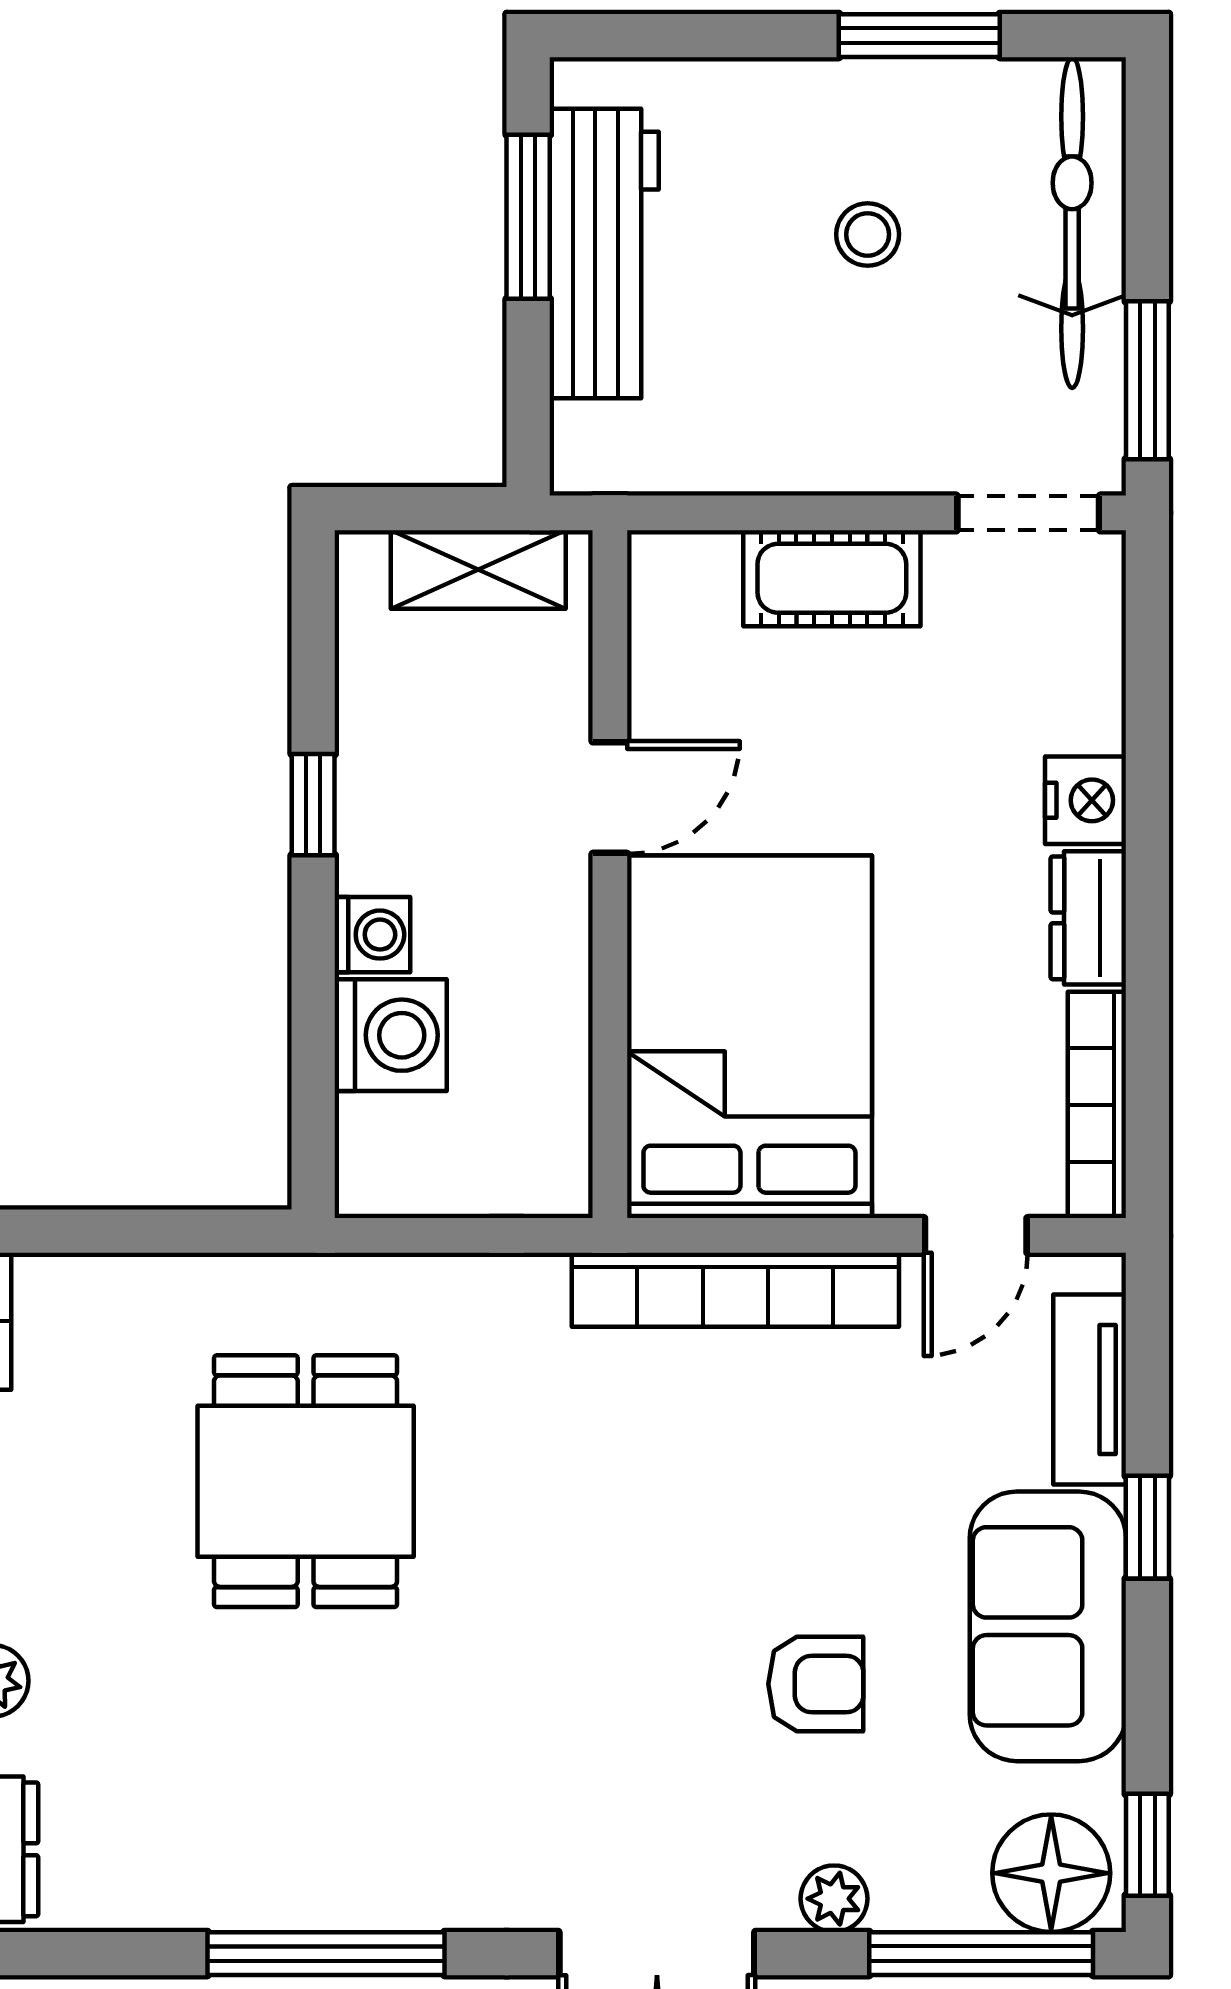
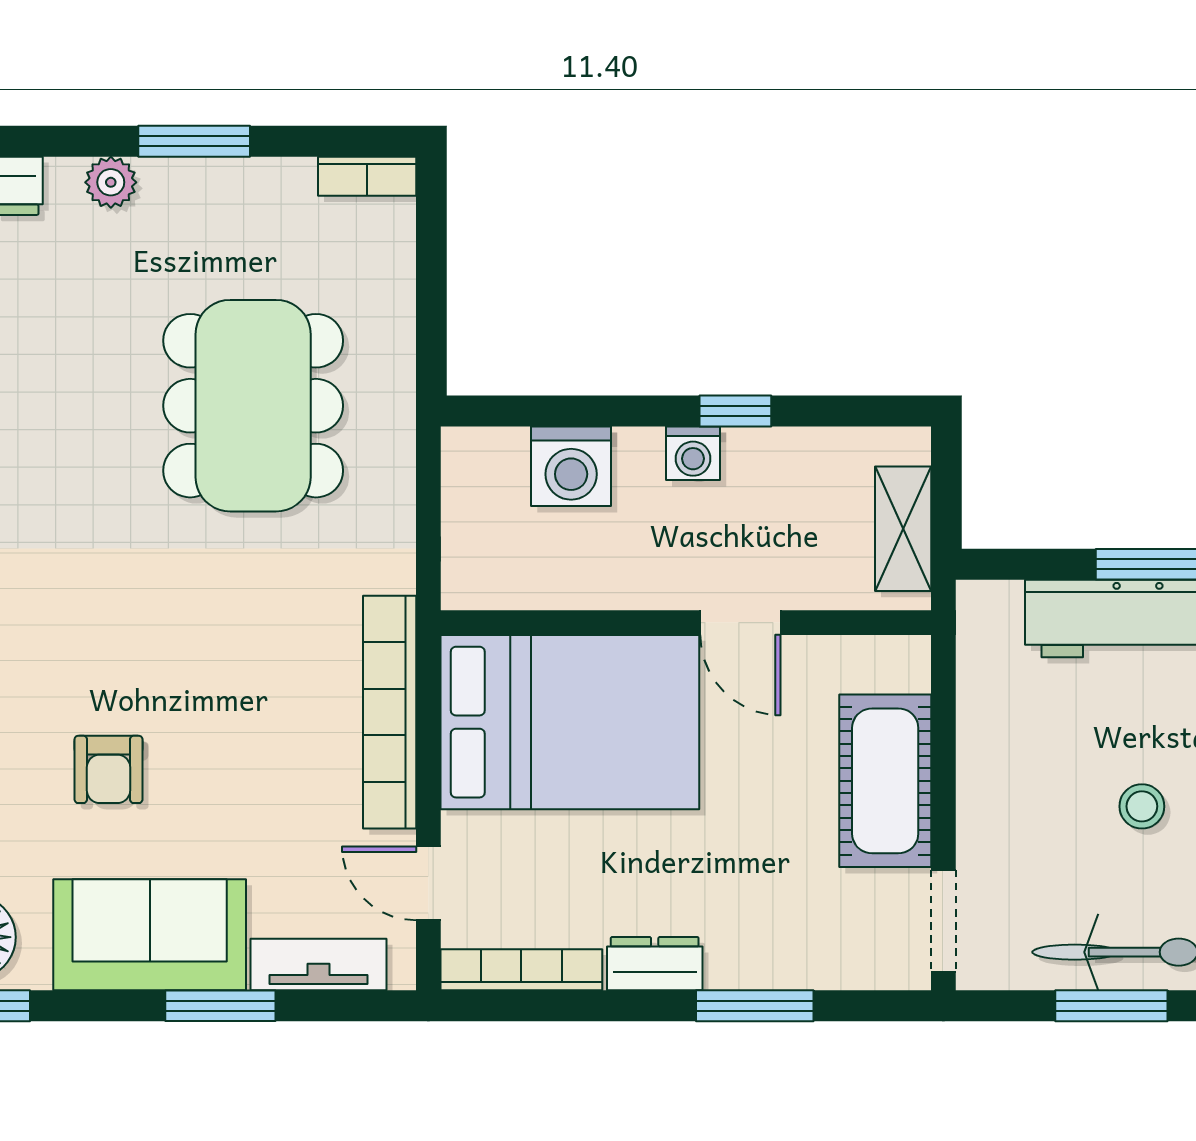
window: (1147, 380) -> (1111, 1006), moved
cot: (832, 578) -> (885, 781), width x1.37, depth x1.34
window: (1147, 777) -> (755, 1006), added
nightstand: (1085, 800) -> (739, 962), removed
washing machine: (372, 935) -> (693, 453), moved
dining table: (306, 1481) -> (253, 406), width x1.38
window: (1147, 1527) -> (220, 1006), width x1.50

